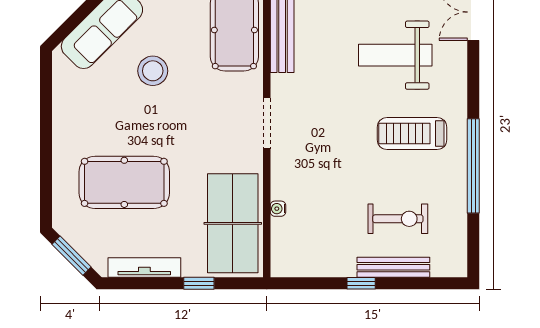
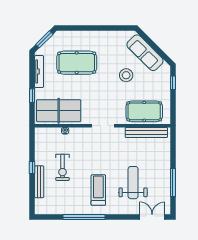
pool table: (124, 182) -> (77, 63), turned 90
exercise bike: (398, 219) -> (62, 167), moved

